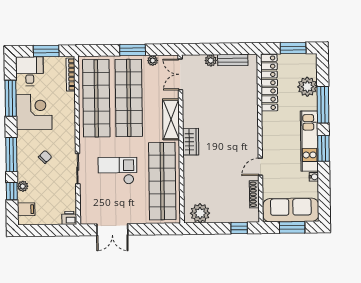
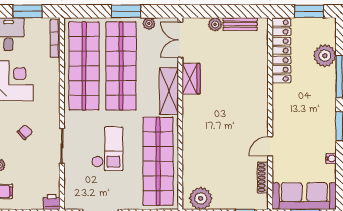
kitchen unit: (309, 141) -> (326, 118), removed
wardrobe: (191, 142) -> (191, 79), moved
checkout: (118, 171) -> (107, 149), turned 90

